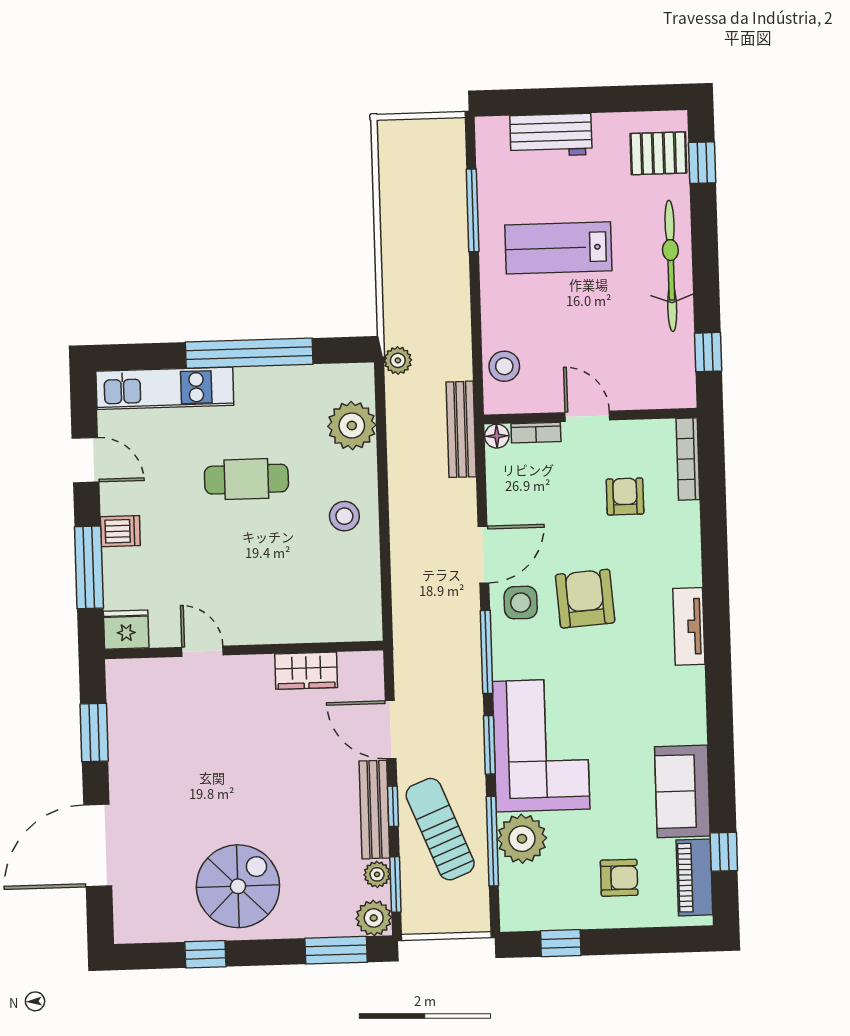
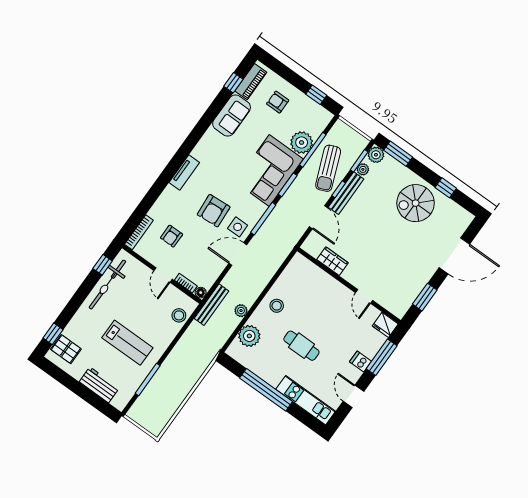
bicycle: (671, 266) -> (107, 285), moved
plant: (398, 360) -> (241, 311), moved

